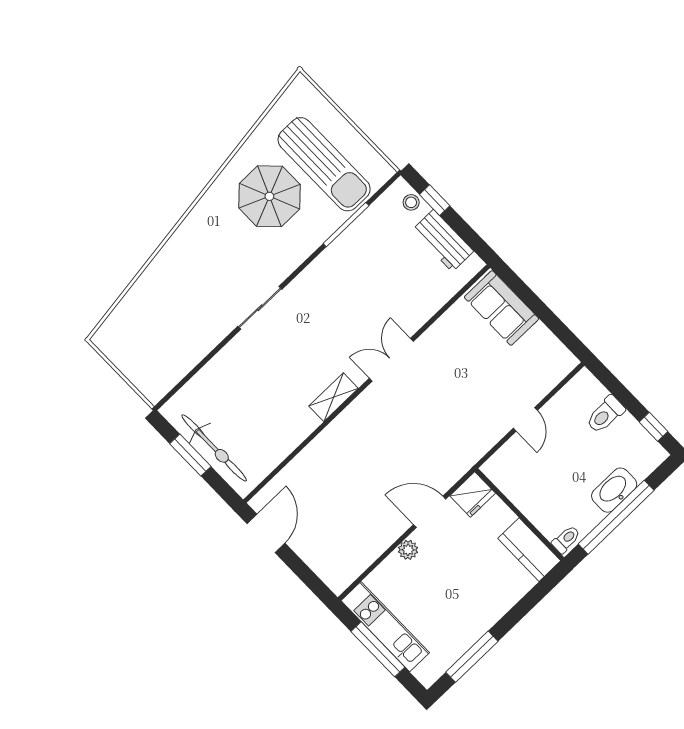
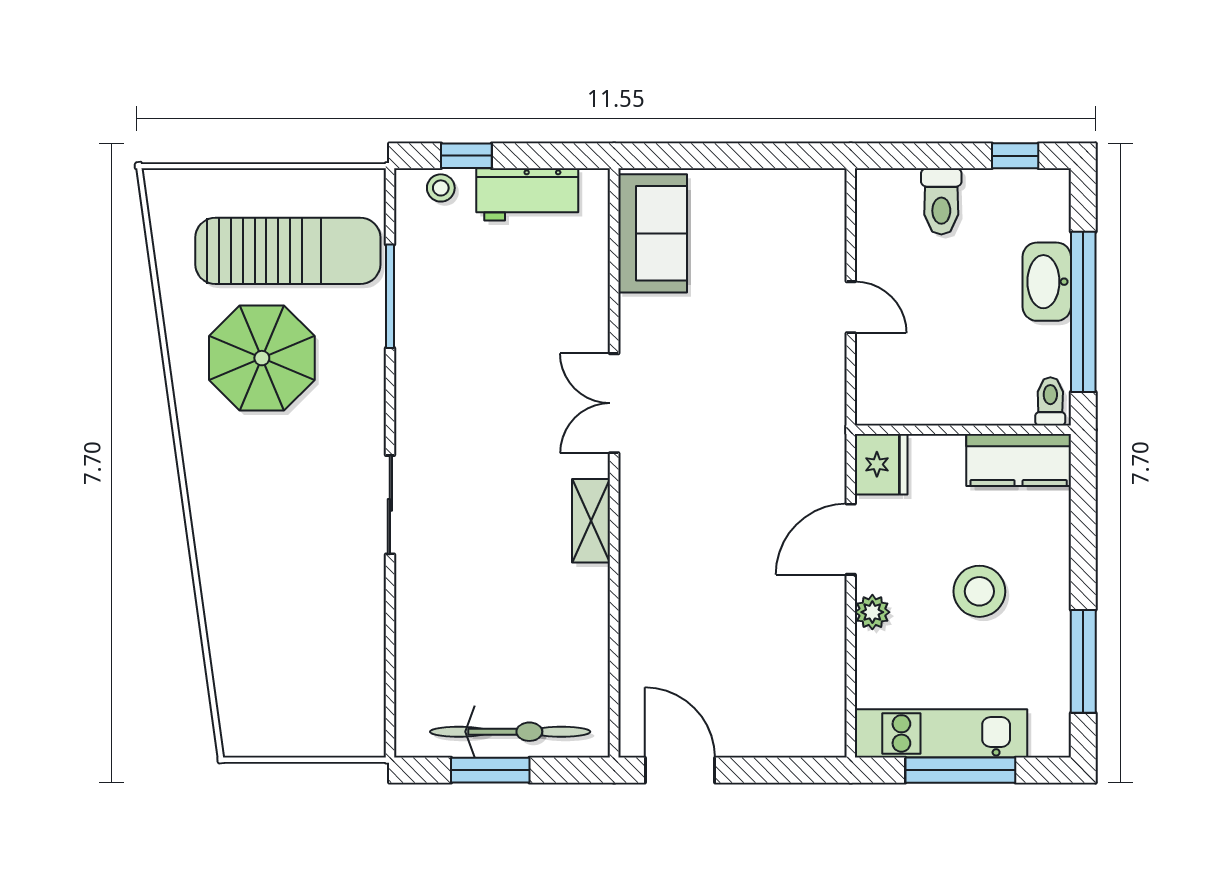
sofa: (502, 308) -> (653, 233), moved, turned -90
stool: (459, 586) -> (979, 591), added

